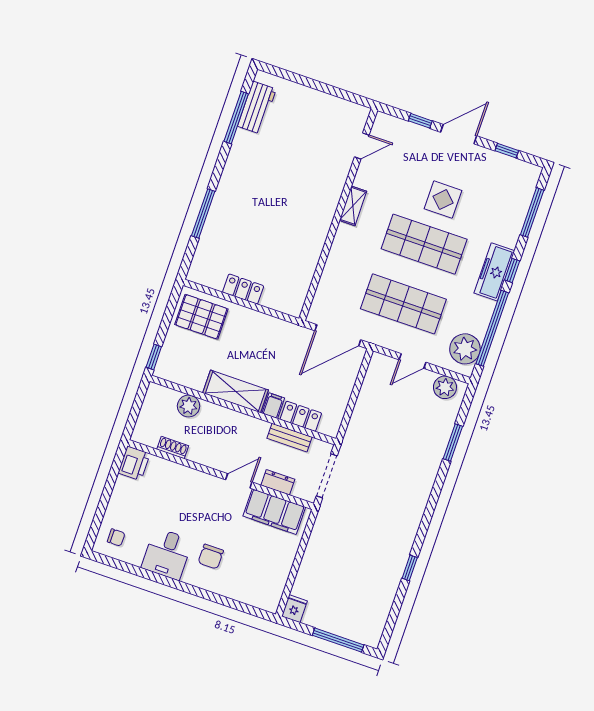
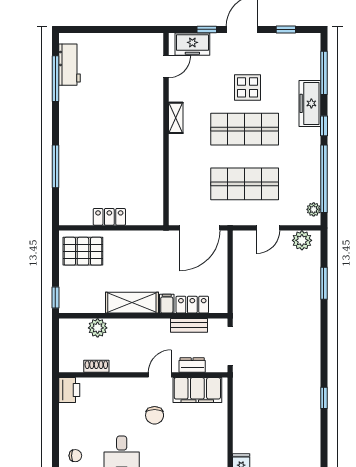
freezer: (399, 131) -> (192, 44), added
freezer: (494, 272) -> (310, 103), moved
plant: (465, 349) -> (314, 209), width x0.53, depth x0.53
chair: (211, 557) -> (155, 415), moved

